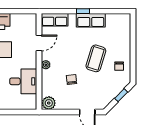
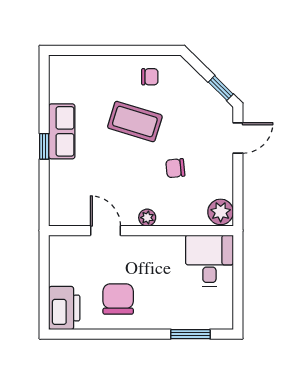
row of seats: (55, 20) -> (61, 201), removed
desk: (23, 81) -> (209, 261), moved
window: (121, 95) -> (221, 88), moved

